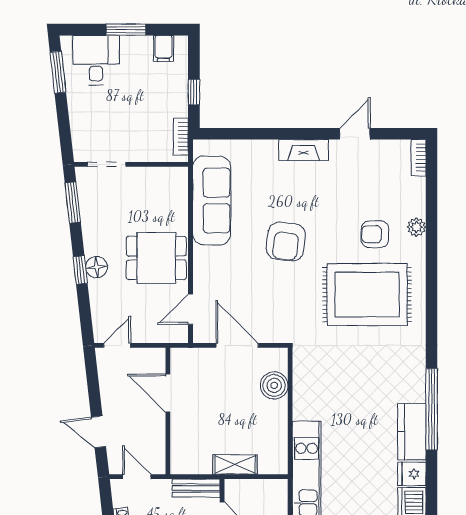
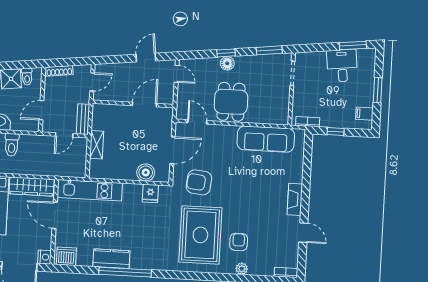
desk: (96, 60) -> (342, 66), moved, turned -96
armchair: (286, 242) -> (199, 182), moved
door: (99, 432) -> (146, 58), moved
fridge: (412, 474) -> (150, 193), moved, turned 180

